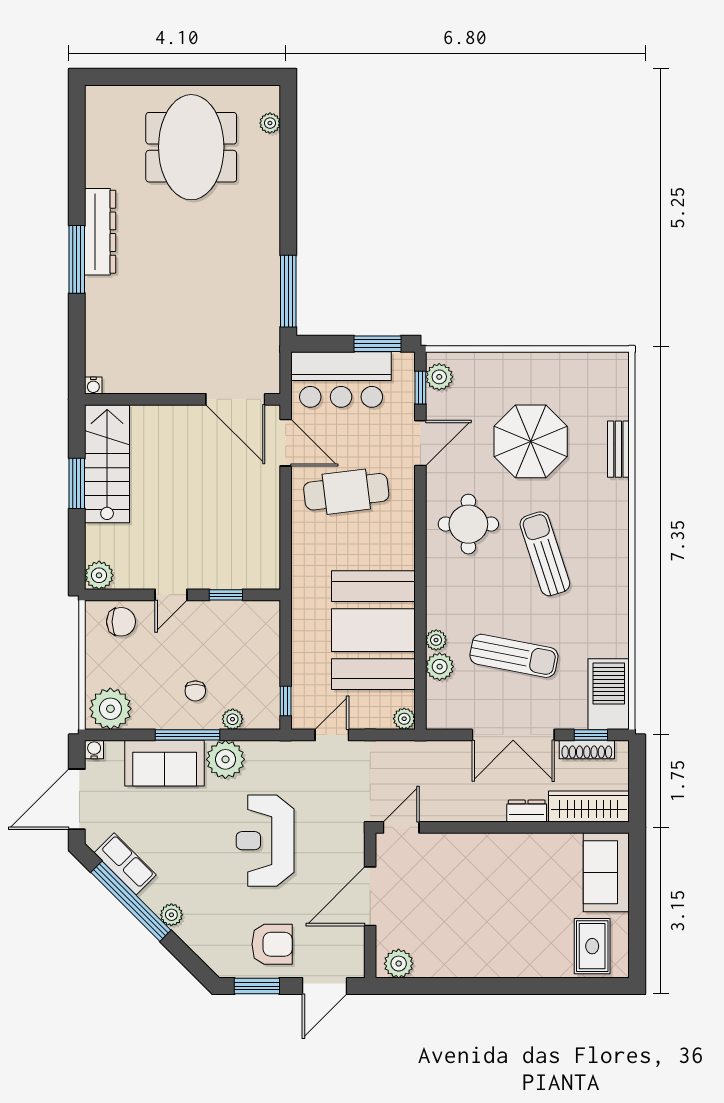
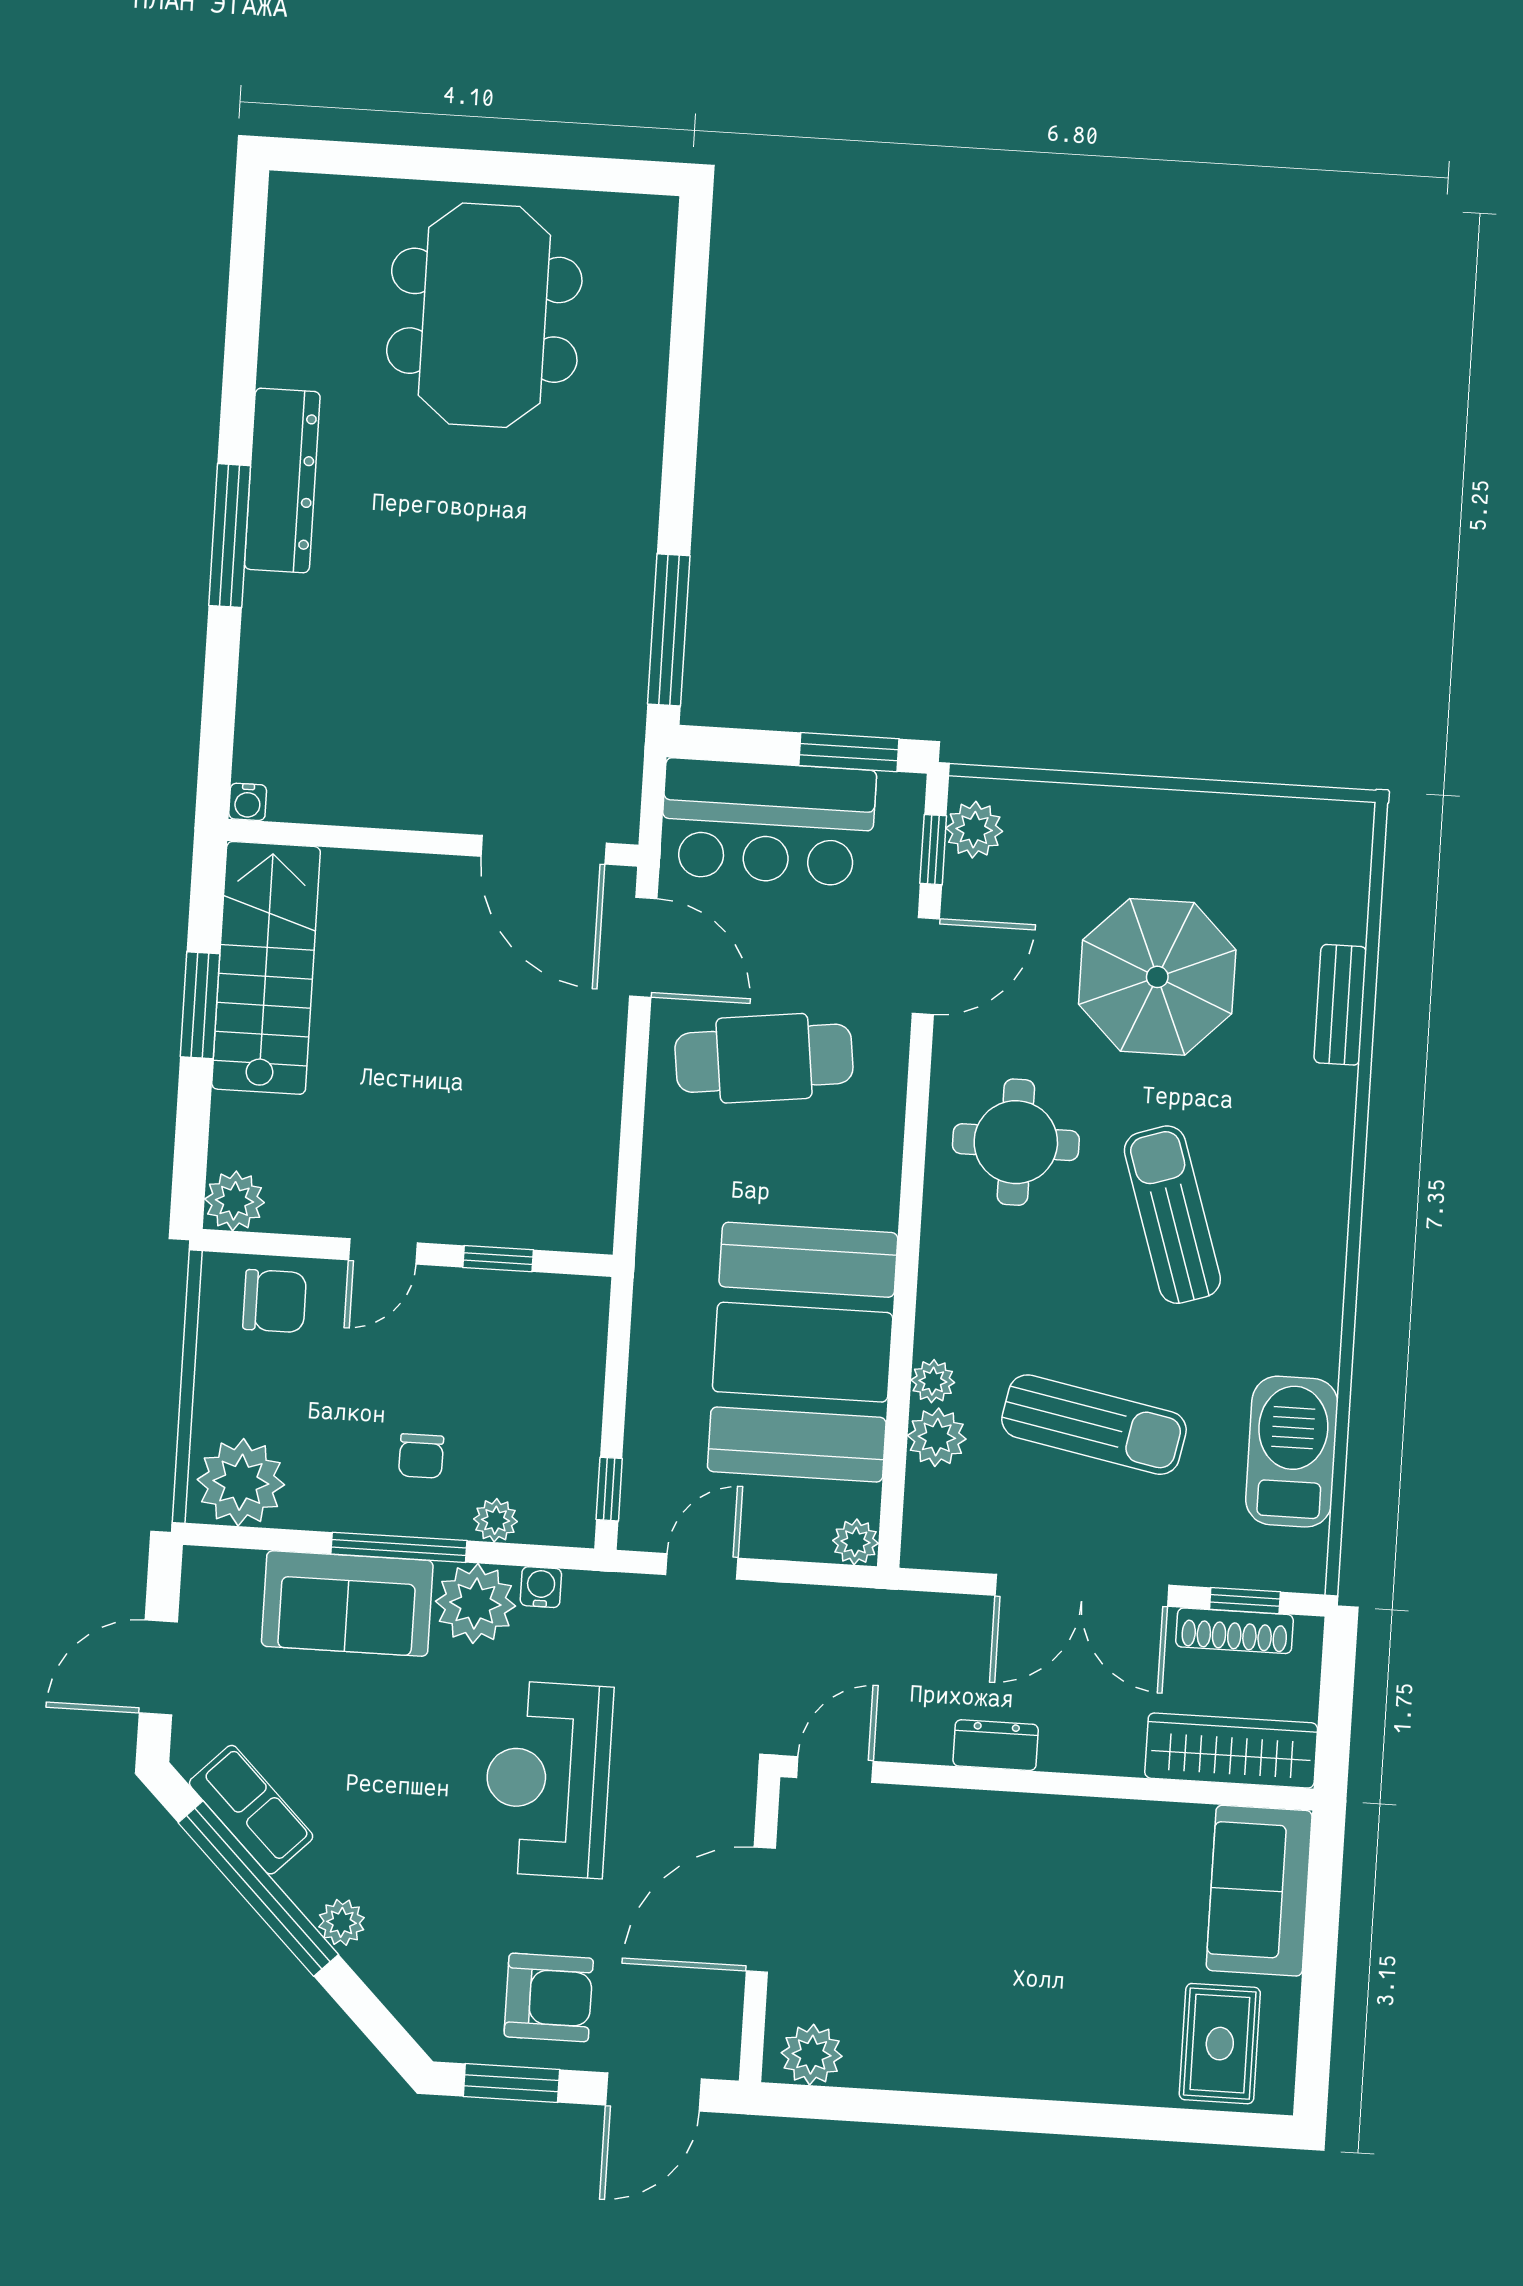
plant: (270, 123) -> (653, 275), removed
barbecue: (609, 694) -> (1292, 1452), moved
water cooler: (94, 750) -> (541, 1587), moved
door: (77, 799) -> (158, 1668), width x0.73
dresser: (527, 811) -> (996, 1745), moved

